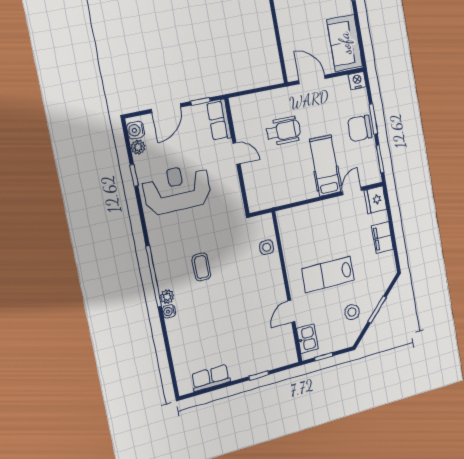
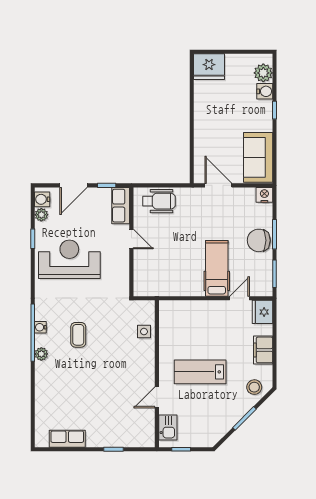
wheelchair: (283, 131) -> (159, 201), moved
water cooler: (169, 311) -> (40, 327), moved
stool: (352, 312) -> (254, 387), moved

